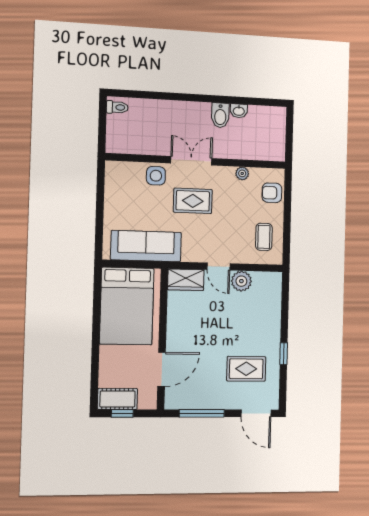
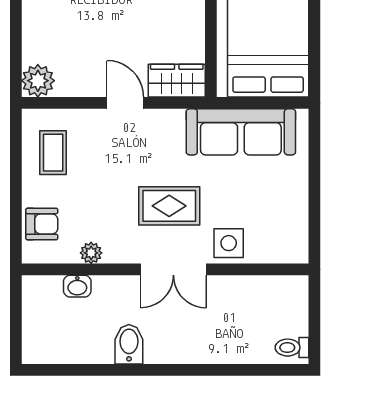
washbasin: (239, 111) -> (77, 286), moved, turned 180
plant: (241, 281) -> (38, 81), moved

